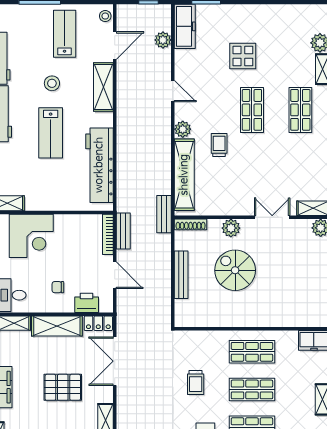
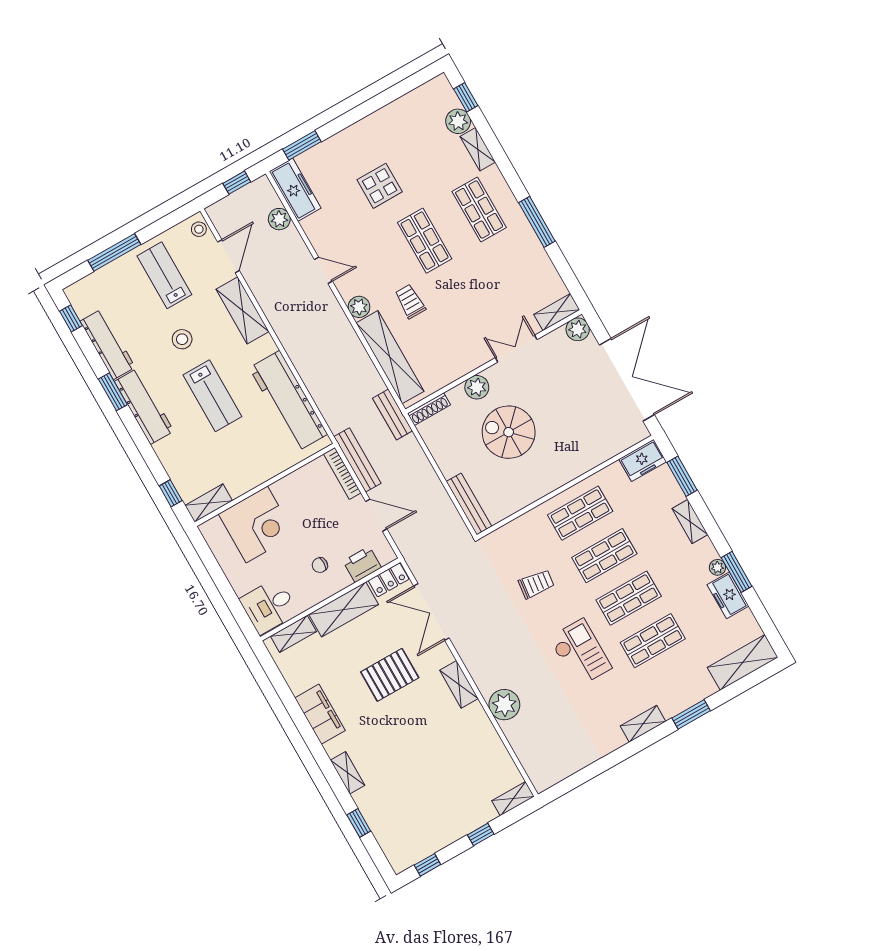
bench: (123, 231) -> (357, 460), width x1.36
bench: (181, 275) -> (469, 504), moved
trolley: (196, 382) -> (536, 584), turned -83

